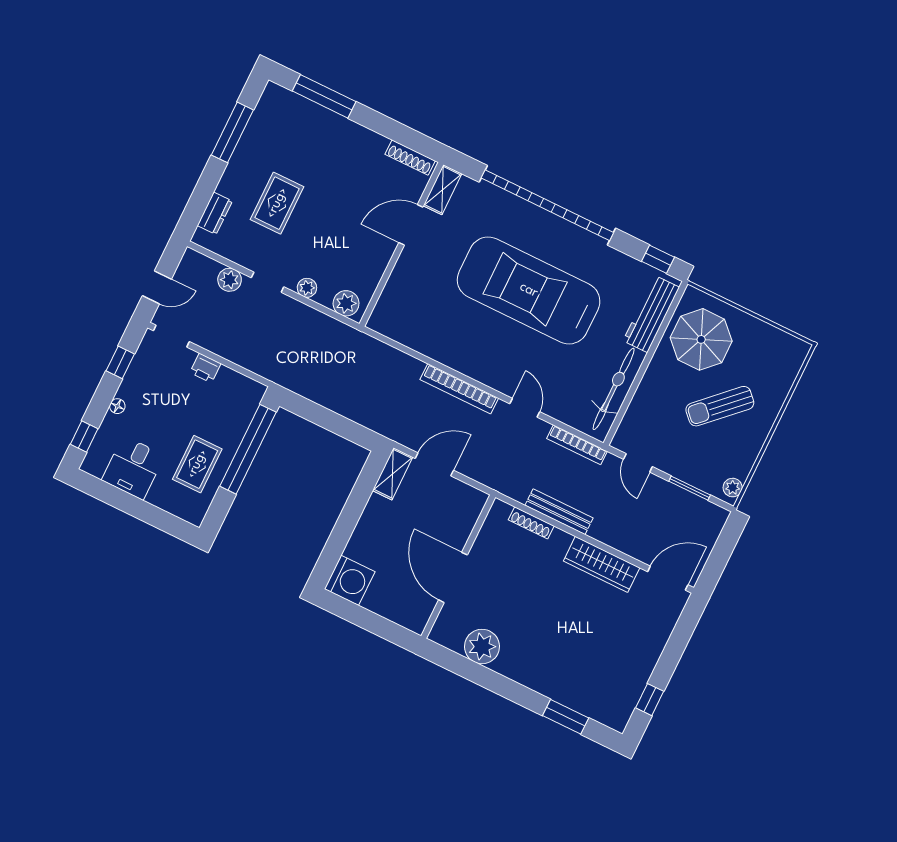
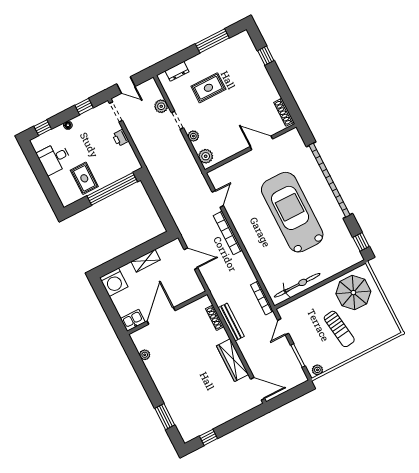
window: (324, 96) -> (266, 56), width x0.46
shelving: (443, 190) -> (287, 138), removed
workbench: (651, 314) -> (339, 264), removed
sun lounger: (720, 406) -> (339, 329), turned -144
door: (525, 408) -> (218, 199), moved
rug: (197, 464) -> (84, 178), turned 90
shelving: (393, 474) -> (146, 261), moved
kitchen sink: (418, 614) -> (133, 320), added
plant: (482, 647) -> (145, 355), width x0.53, depth x0.53

